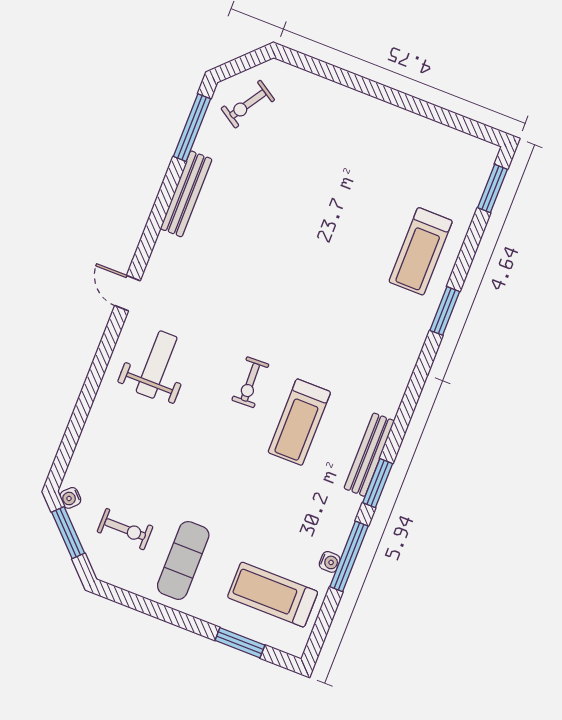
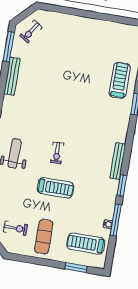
treadmill: (421, 251) -> (120, 80), turned 180
treadmill: (299, 422) -> (55, 188), moved, turned -90
bench: (369, 455) -> (118, 161), moved

